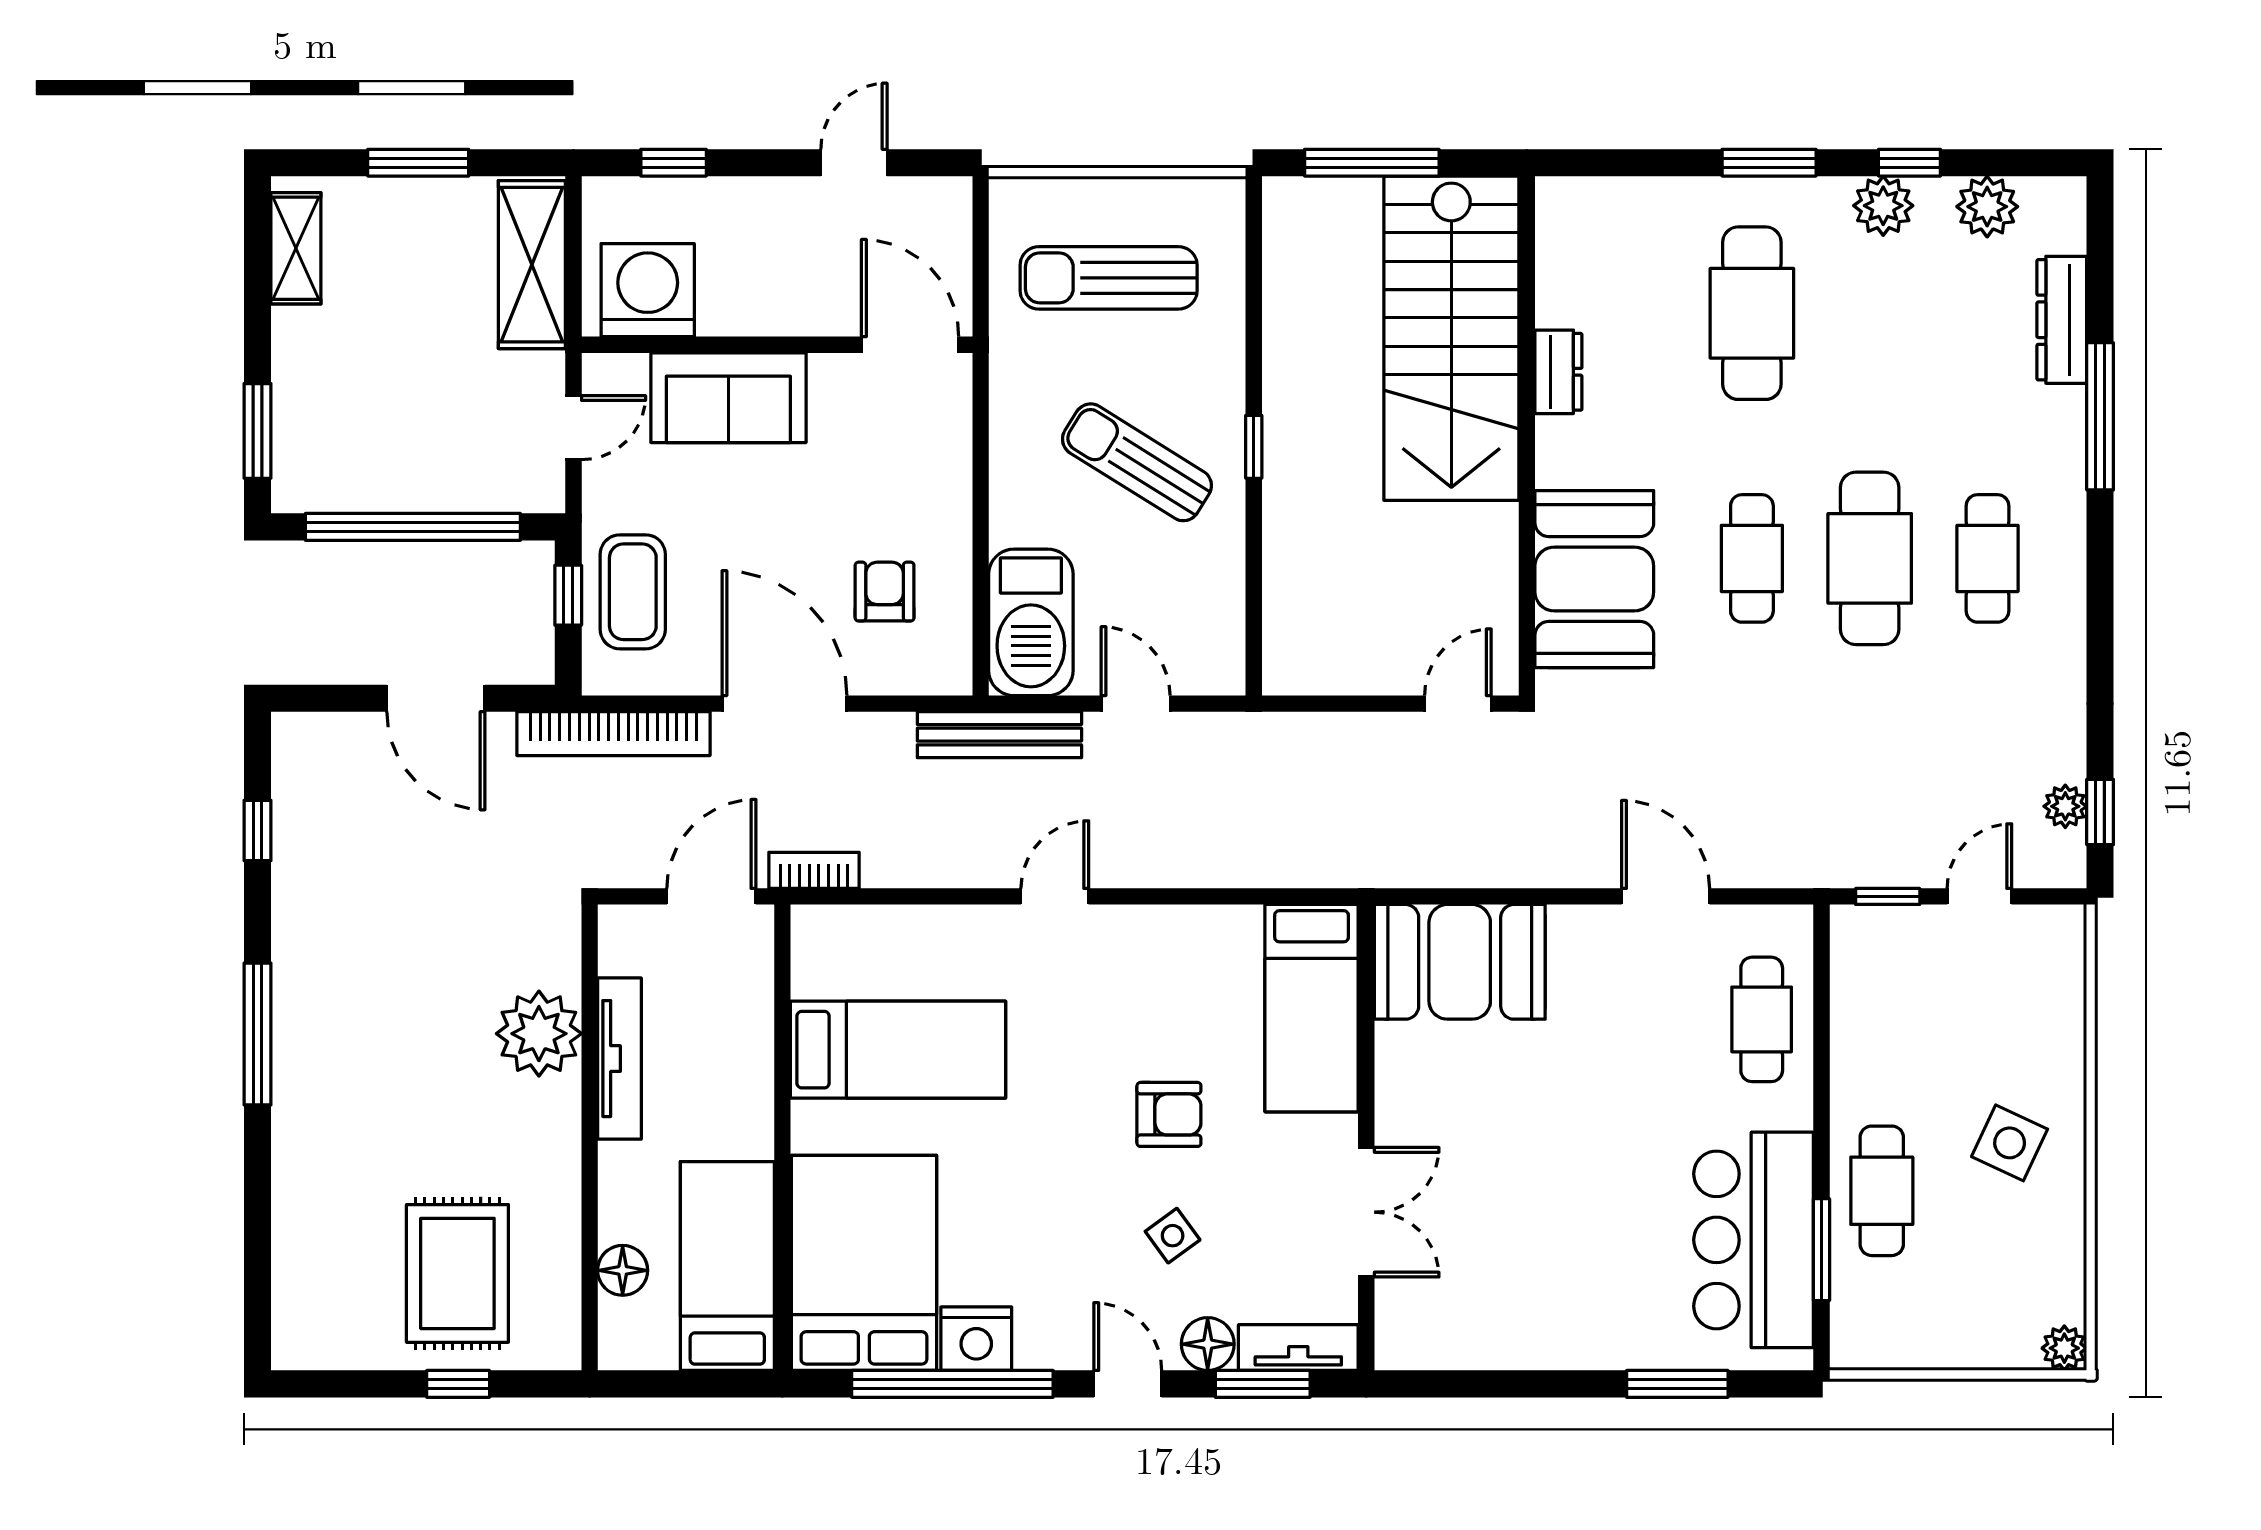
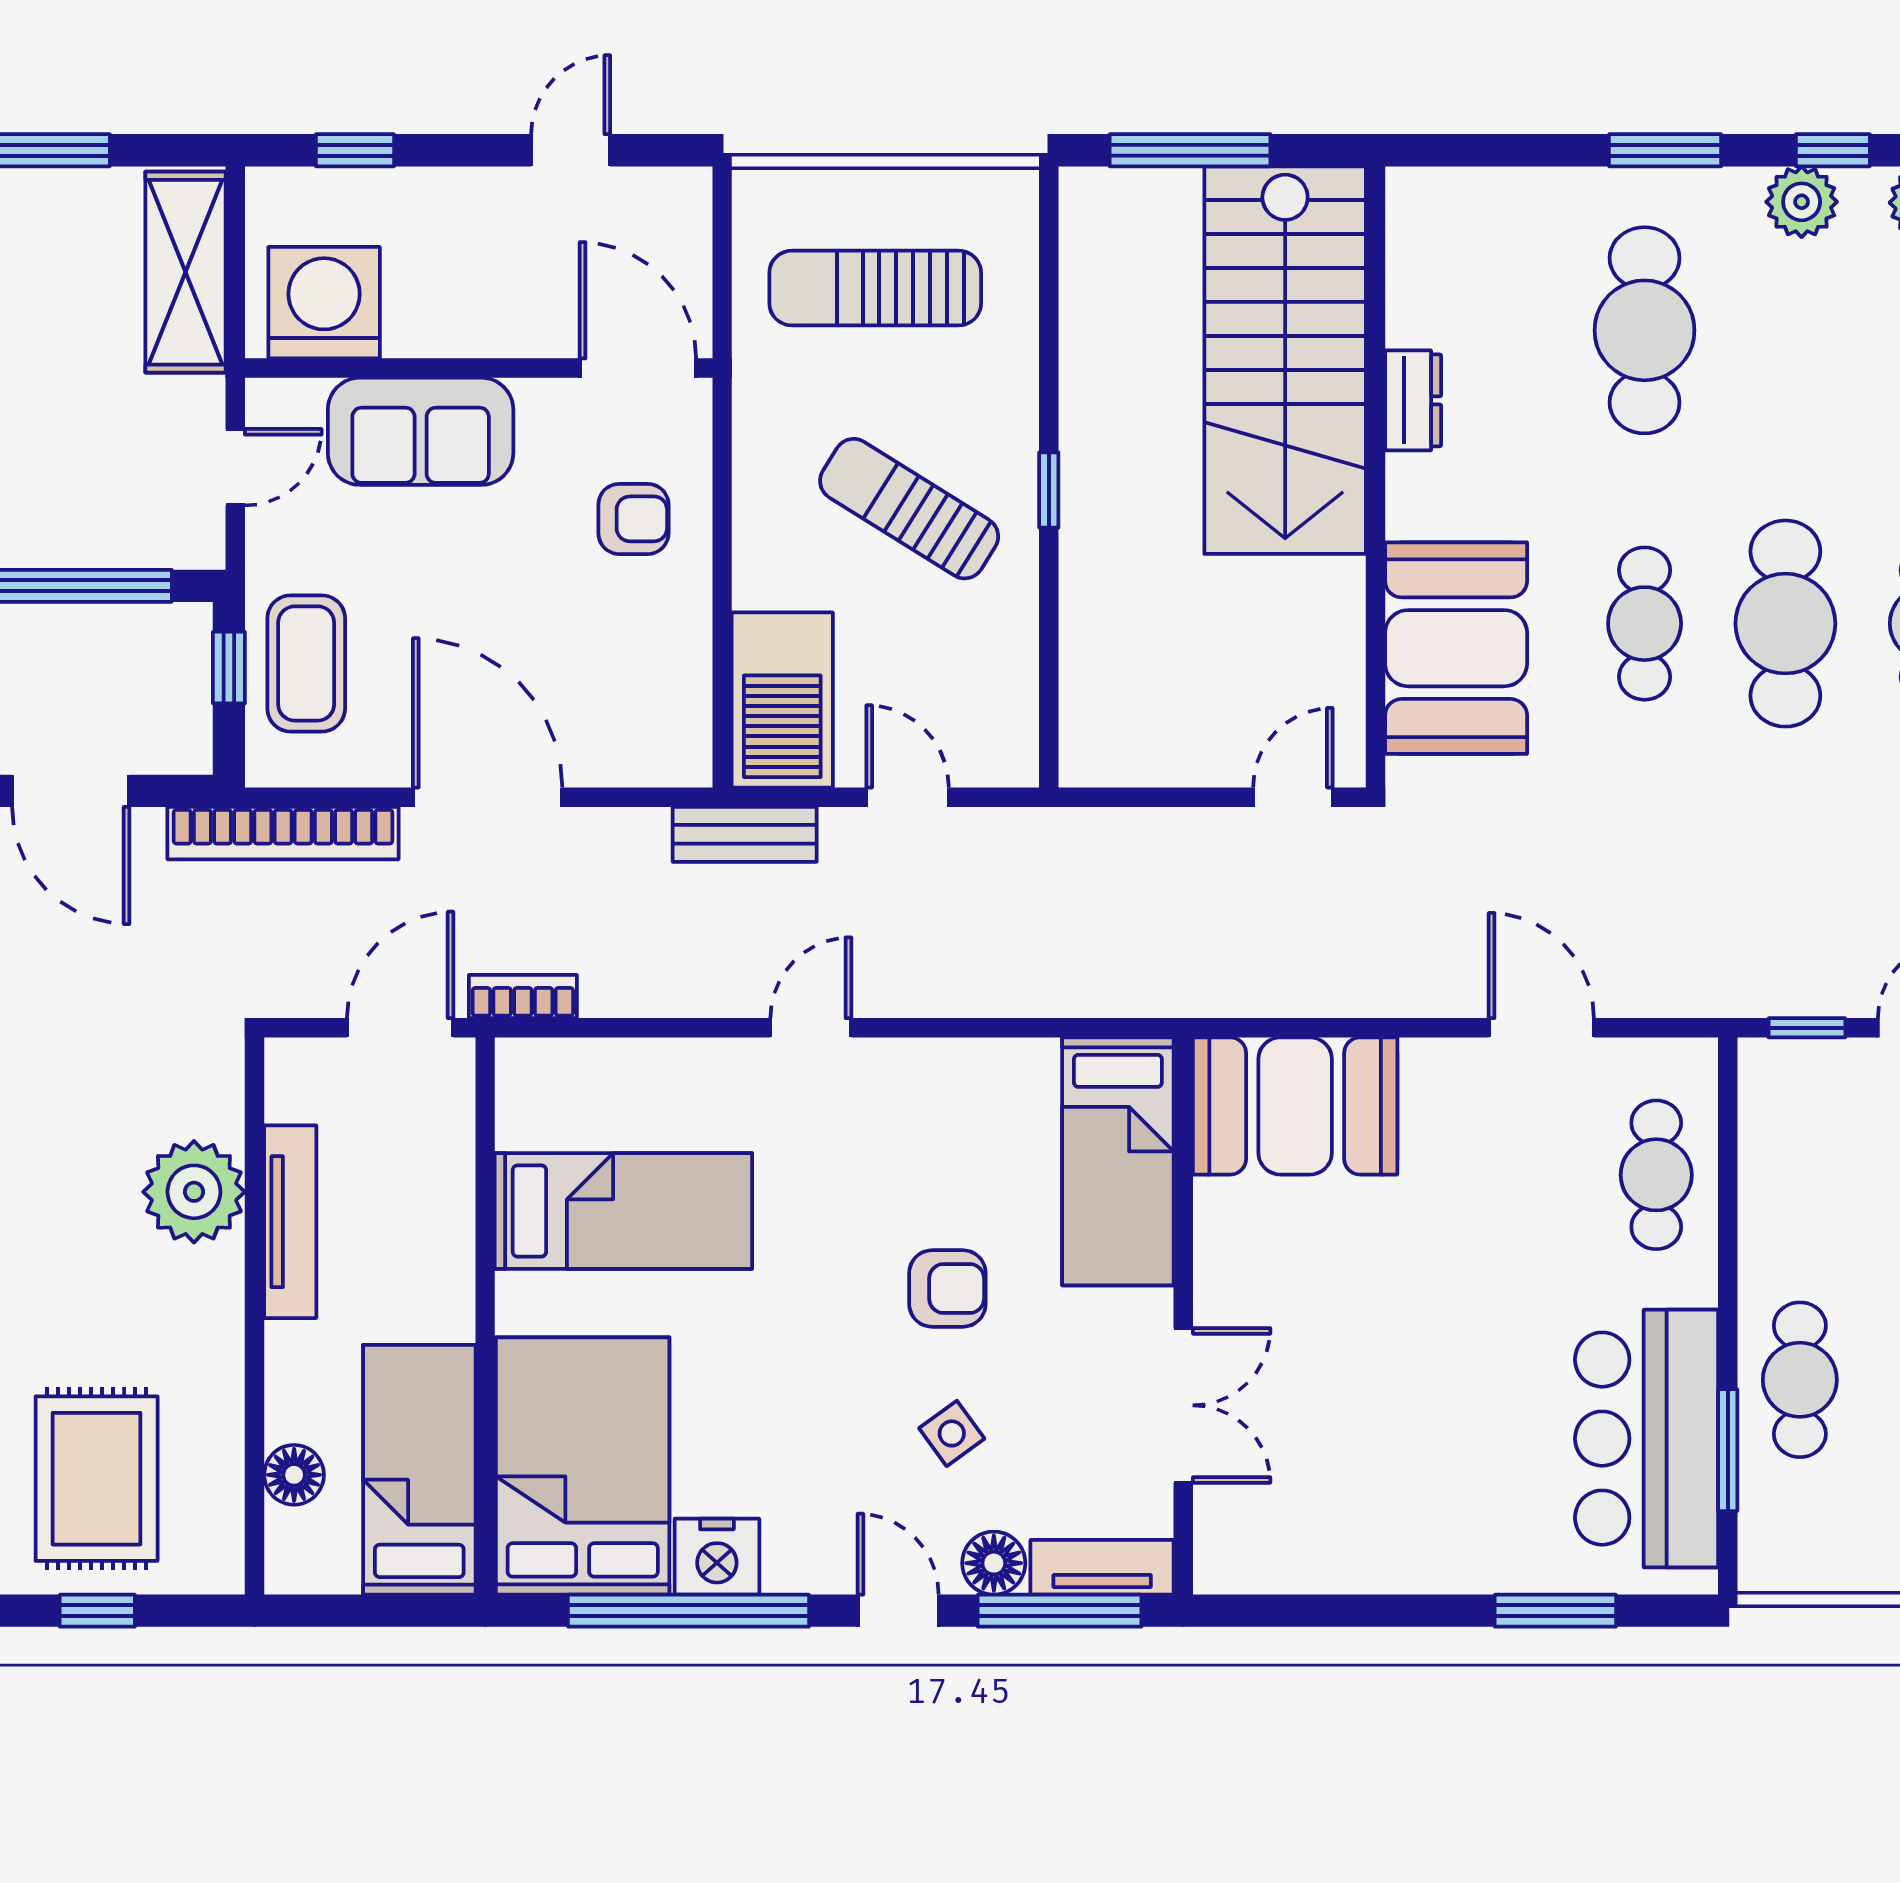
armchair: (885, 592) -> (633, 519), moved, turned 90
bench: (999, 735) -> (745, 834), width x0.73
window: (1263, 1384) -> (1060, 1611), width x1.44

